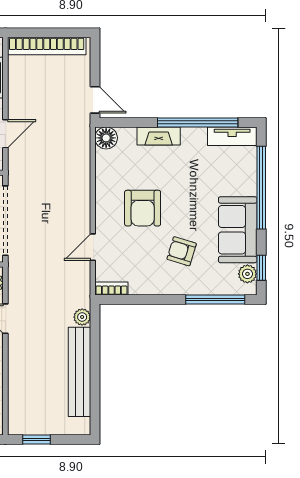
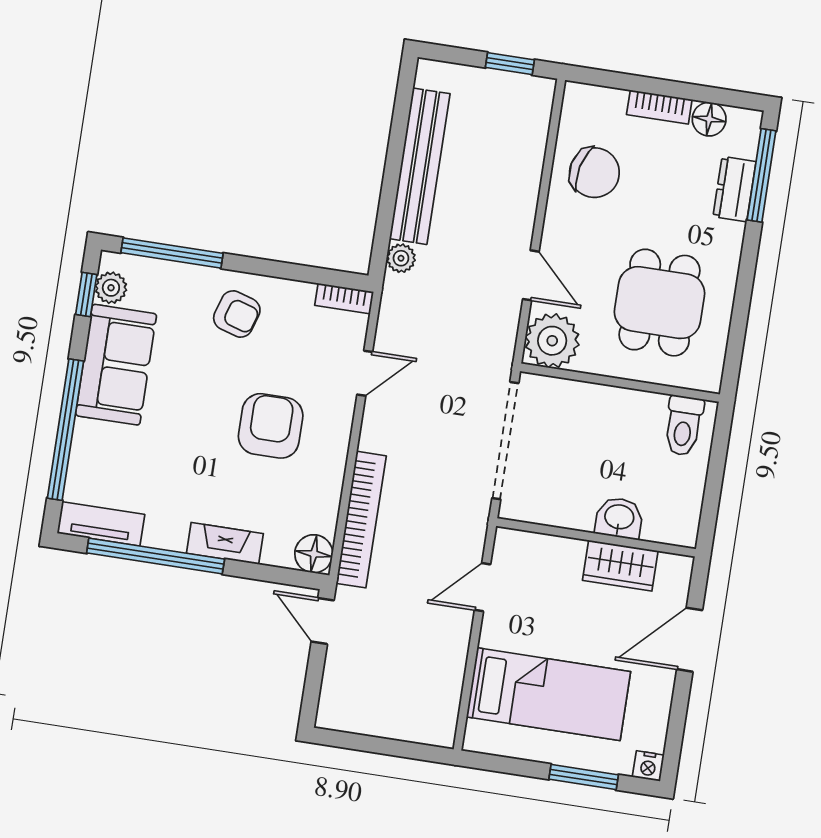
bookcase: (47, 46) -> (361, 520), moved, turned 90
armchair: (182, 251) -> (237, 314), moved

